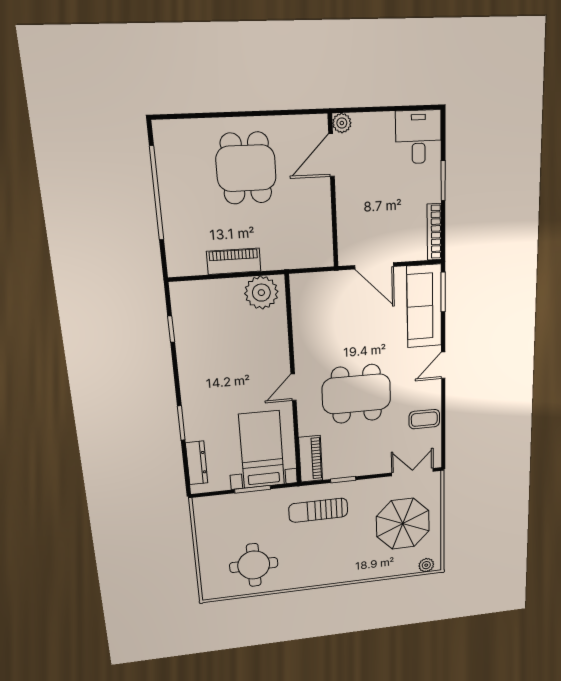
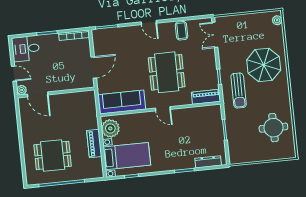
door: (374, 109) -> (14, 74), added
dining table: (246, 168) -> (53, 155), moved
sofa: (424, 306) -> (122, 102), moved, turned 180
bed with nightstands: (262, 450) -> (127, 156), moved, turned 180
parasol: (403, 524) -> (264, 65), moved

